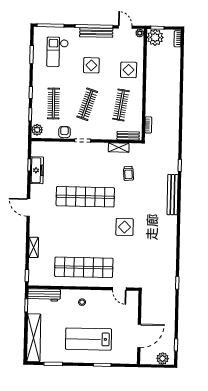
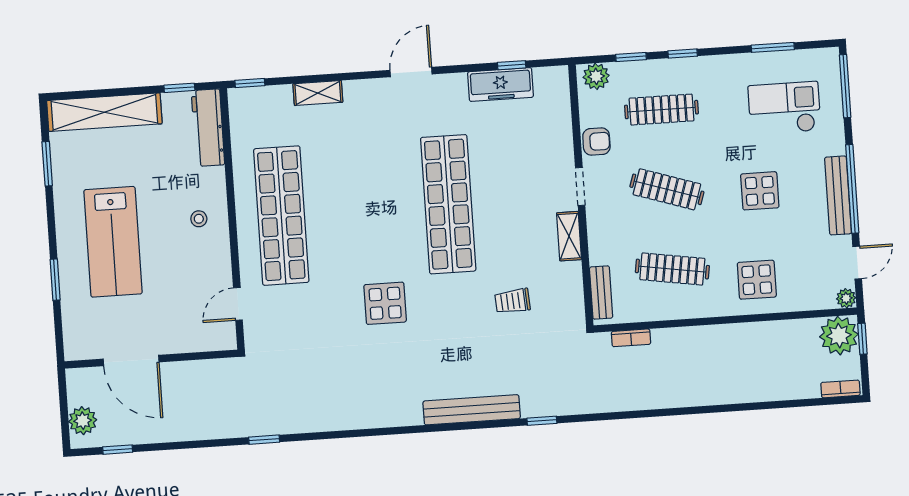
shelving: (119, 147) -> (569, 236), moved
lab bench: (89, 339) -> (113, 242), turned 180

